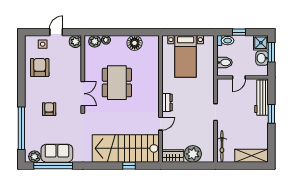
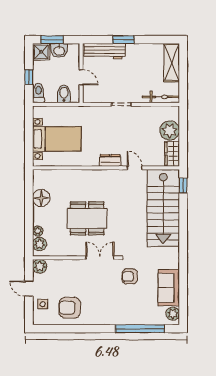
armchair: (49, 109) -> (130, 276), moved
window: (53, 166) -> (183, 292), removed
window: (129, 166) -> (183, 185), moved

